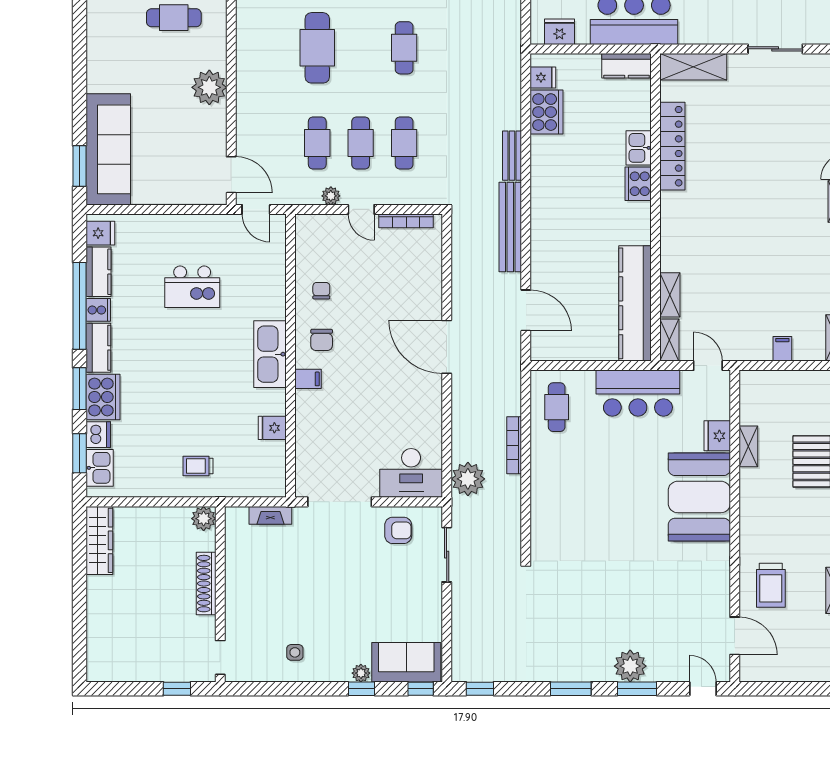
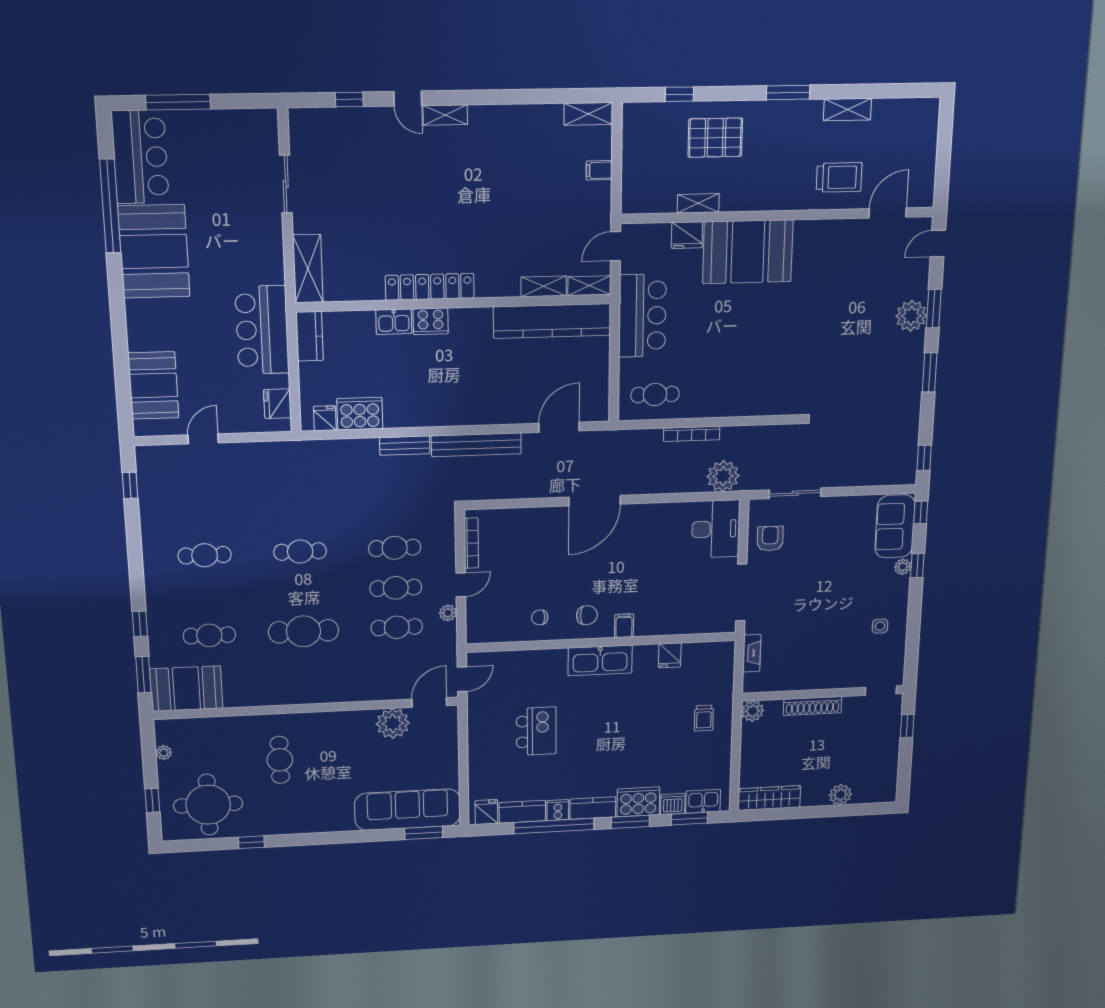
plant: (209, 87) -> (393, 723), moved
locker: (672, 146) -> (430, 287), moved
plant: (99, 619) -> (840, 795), added

